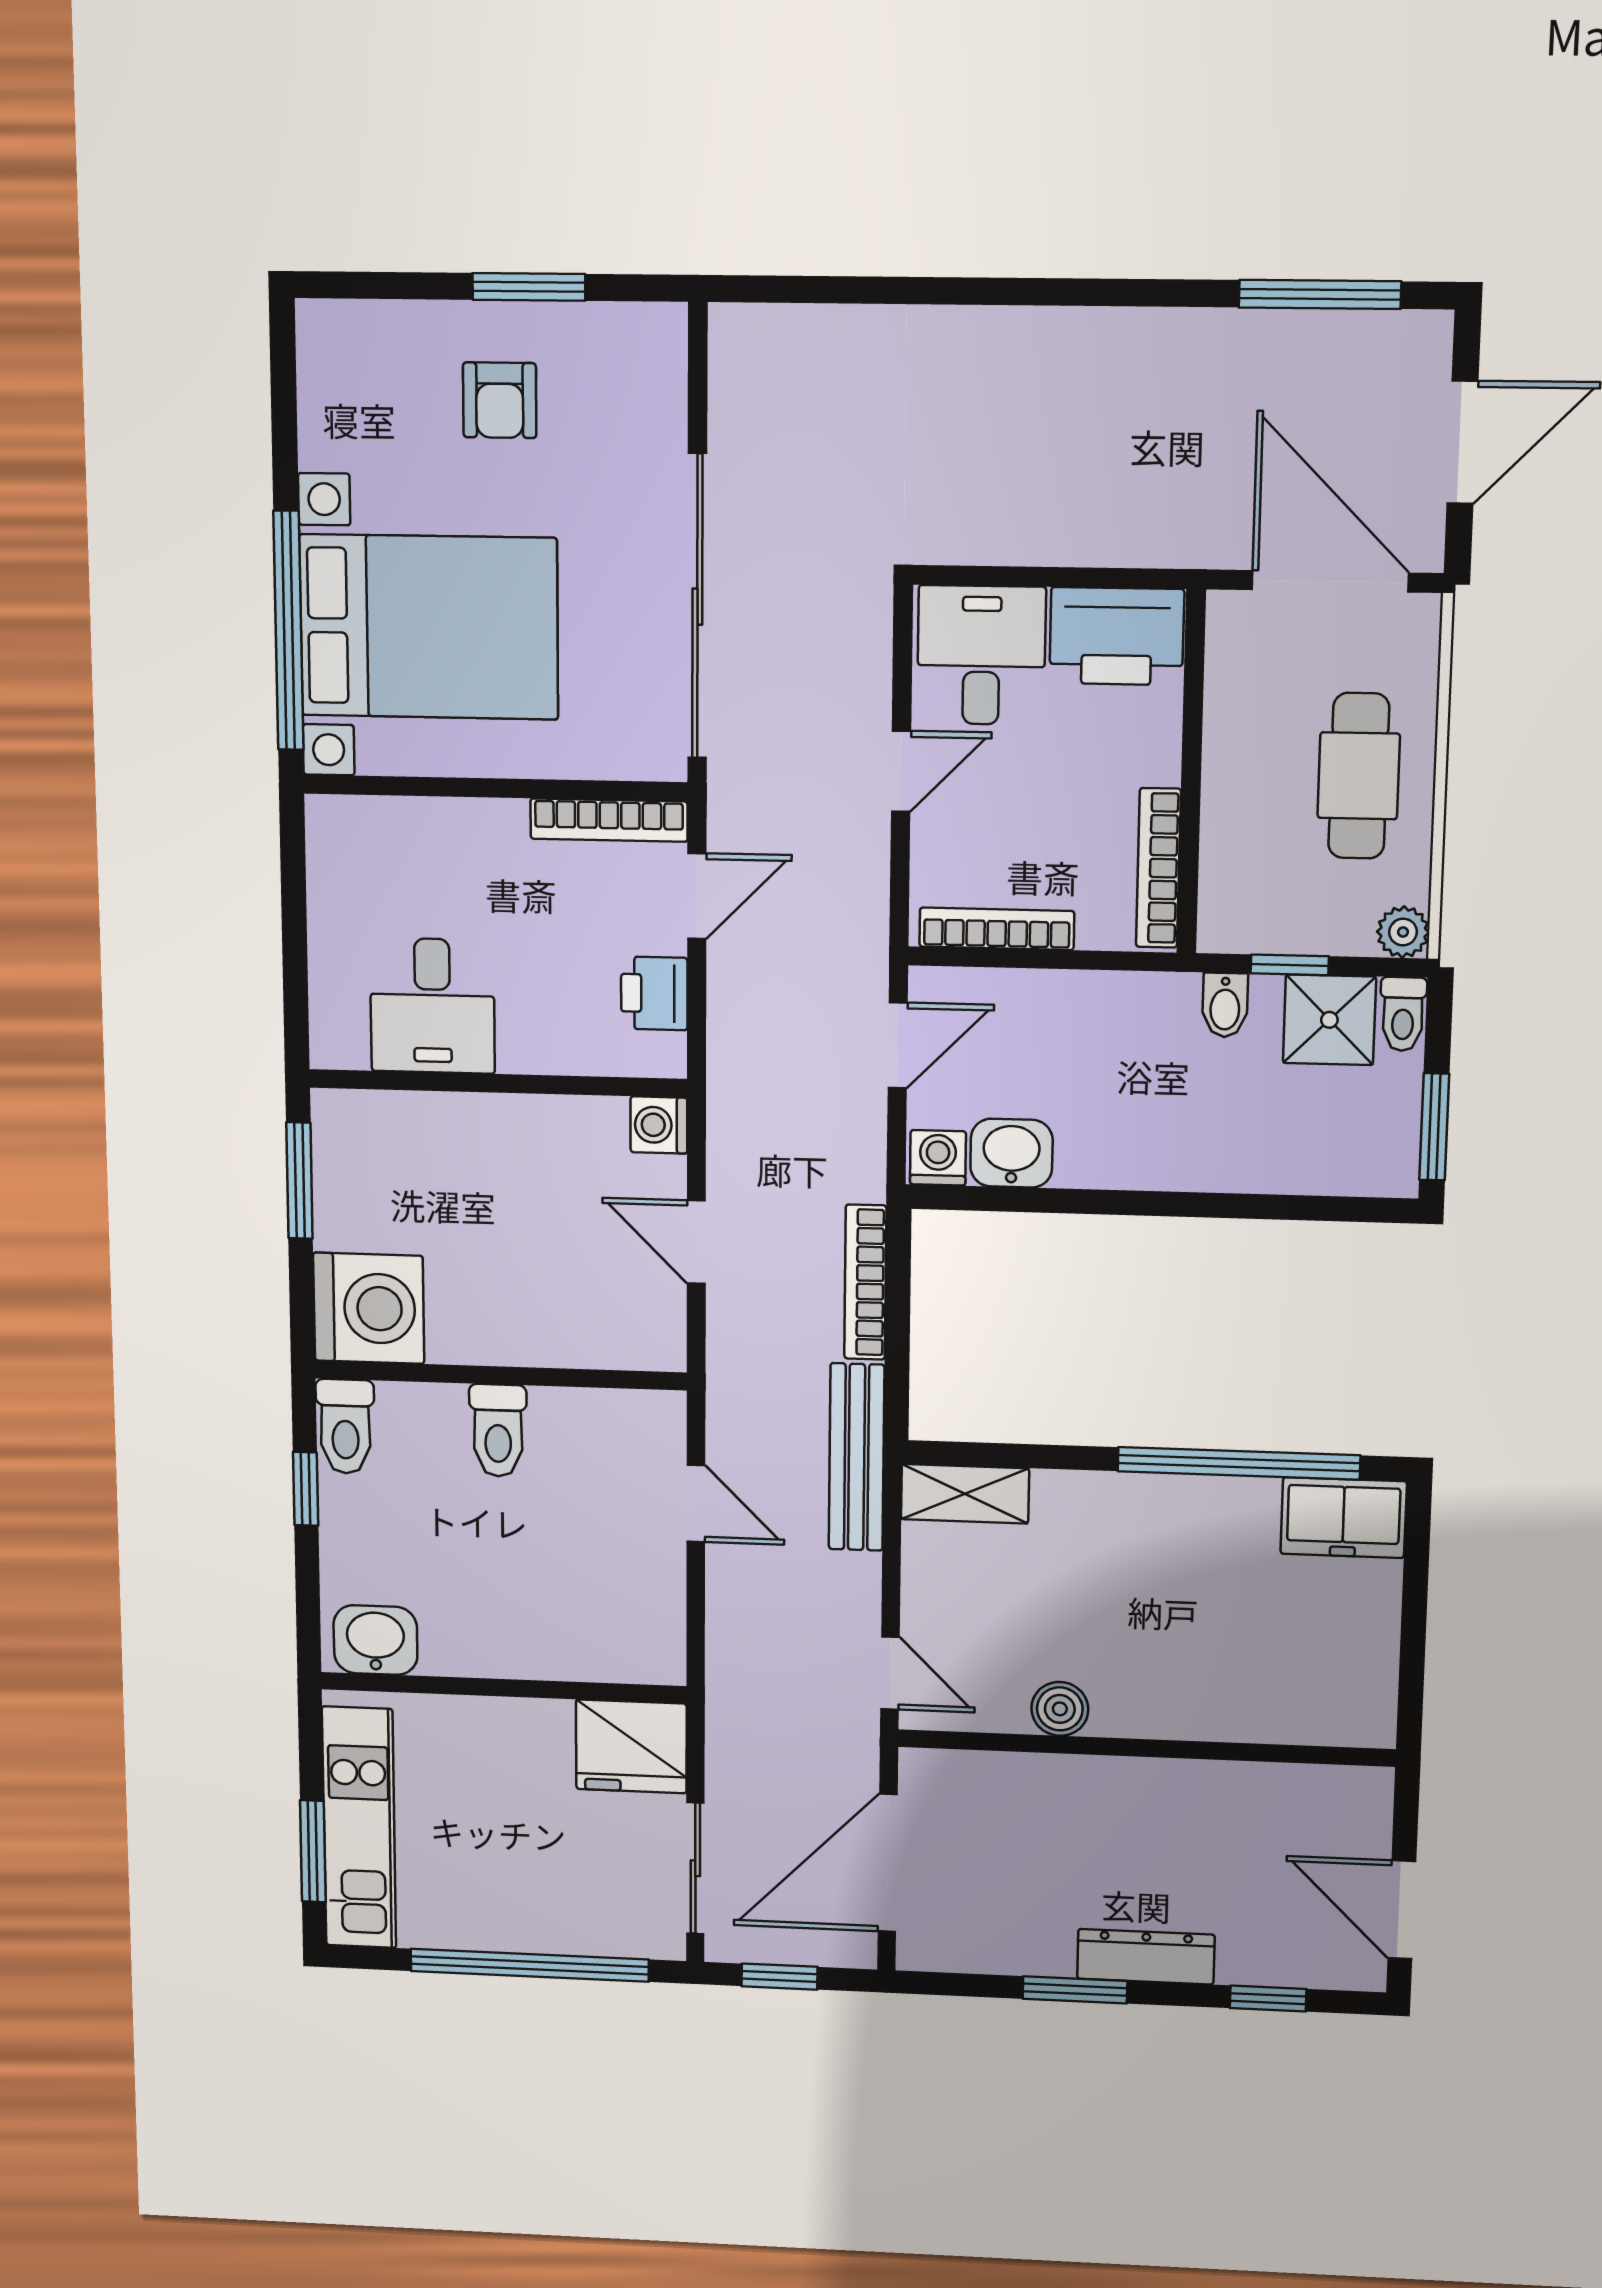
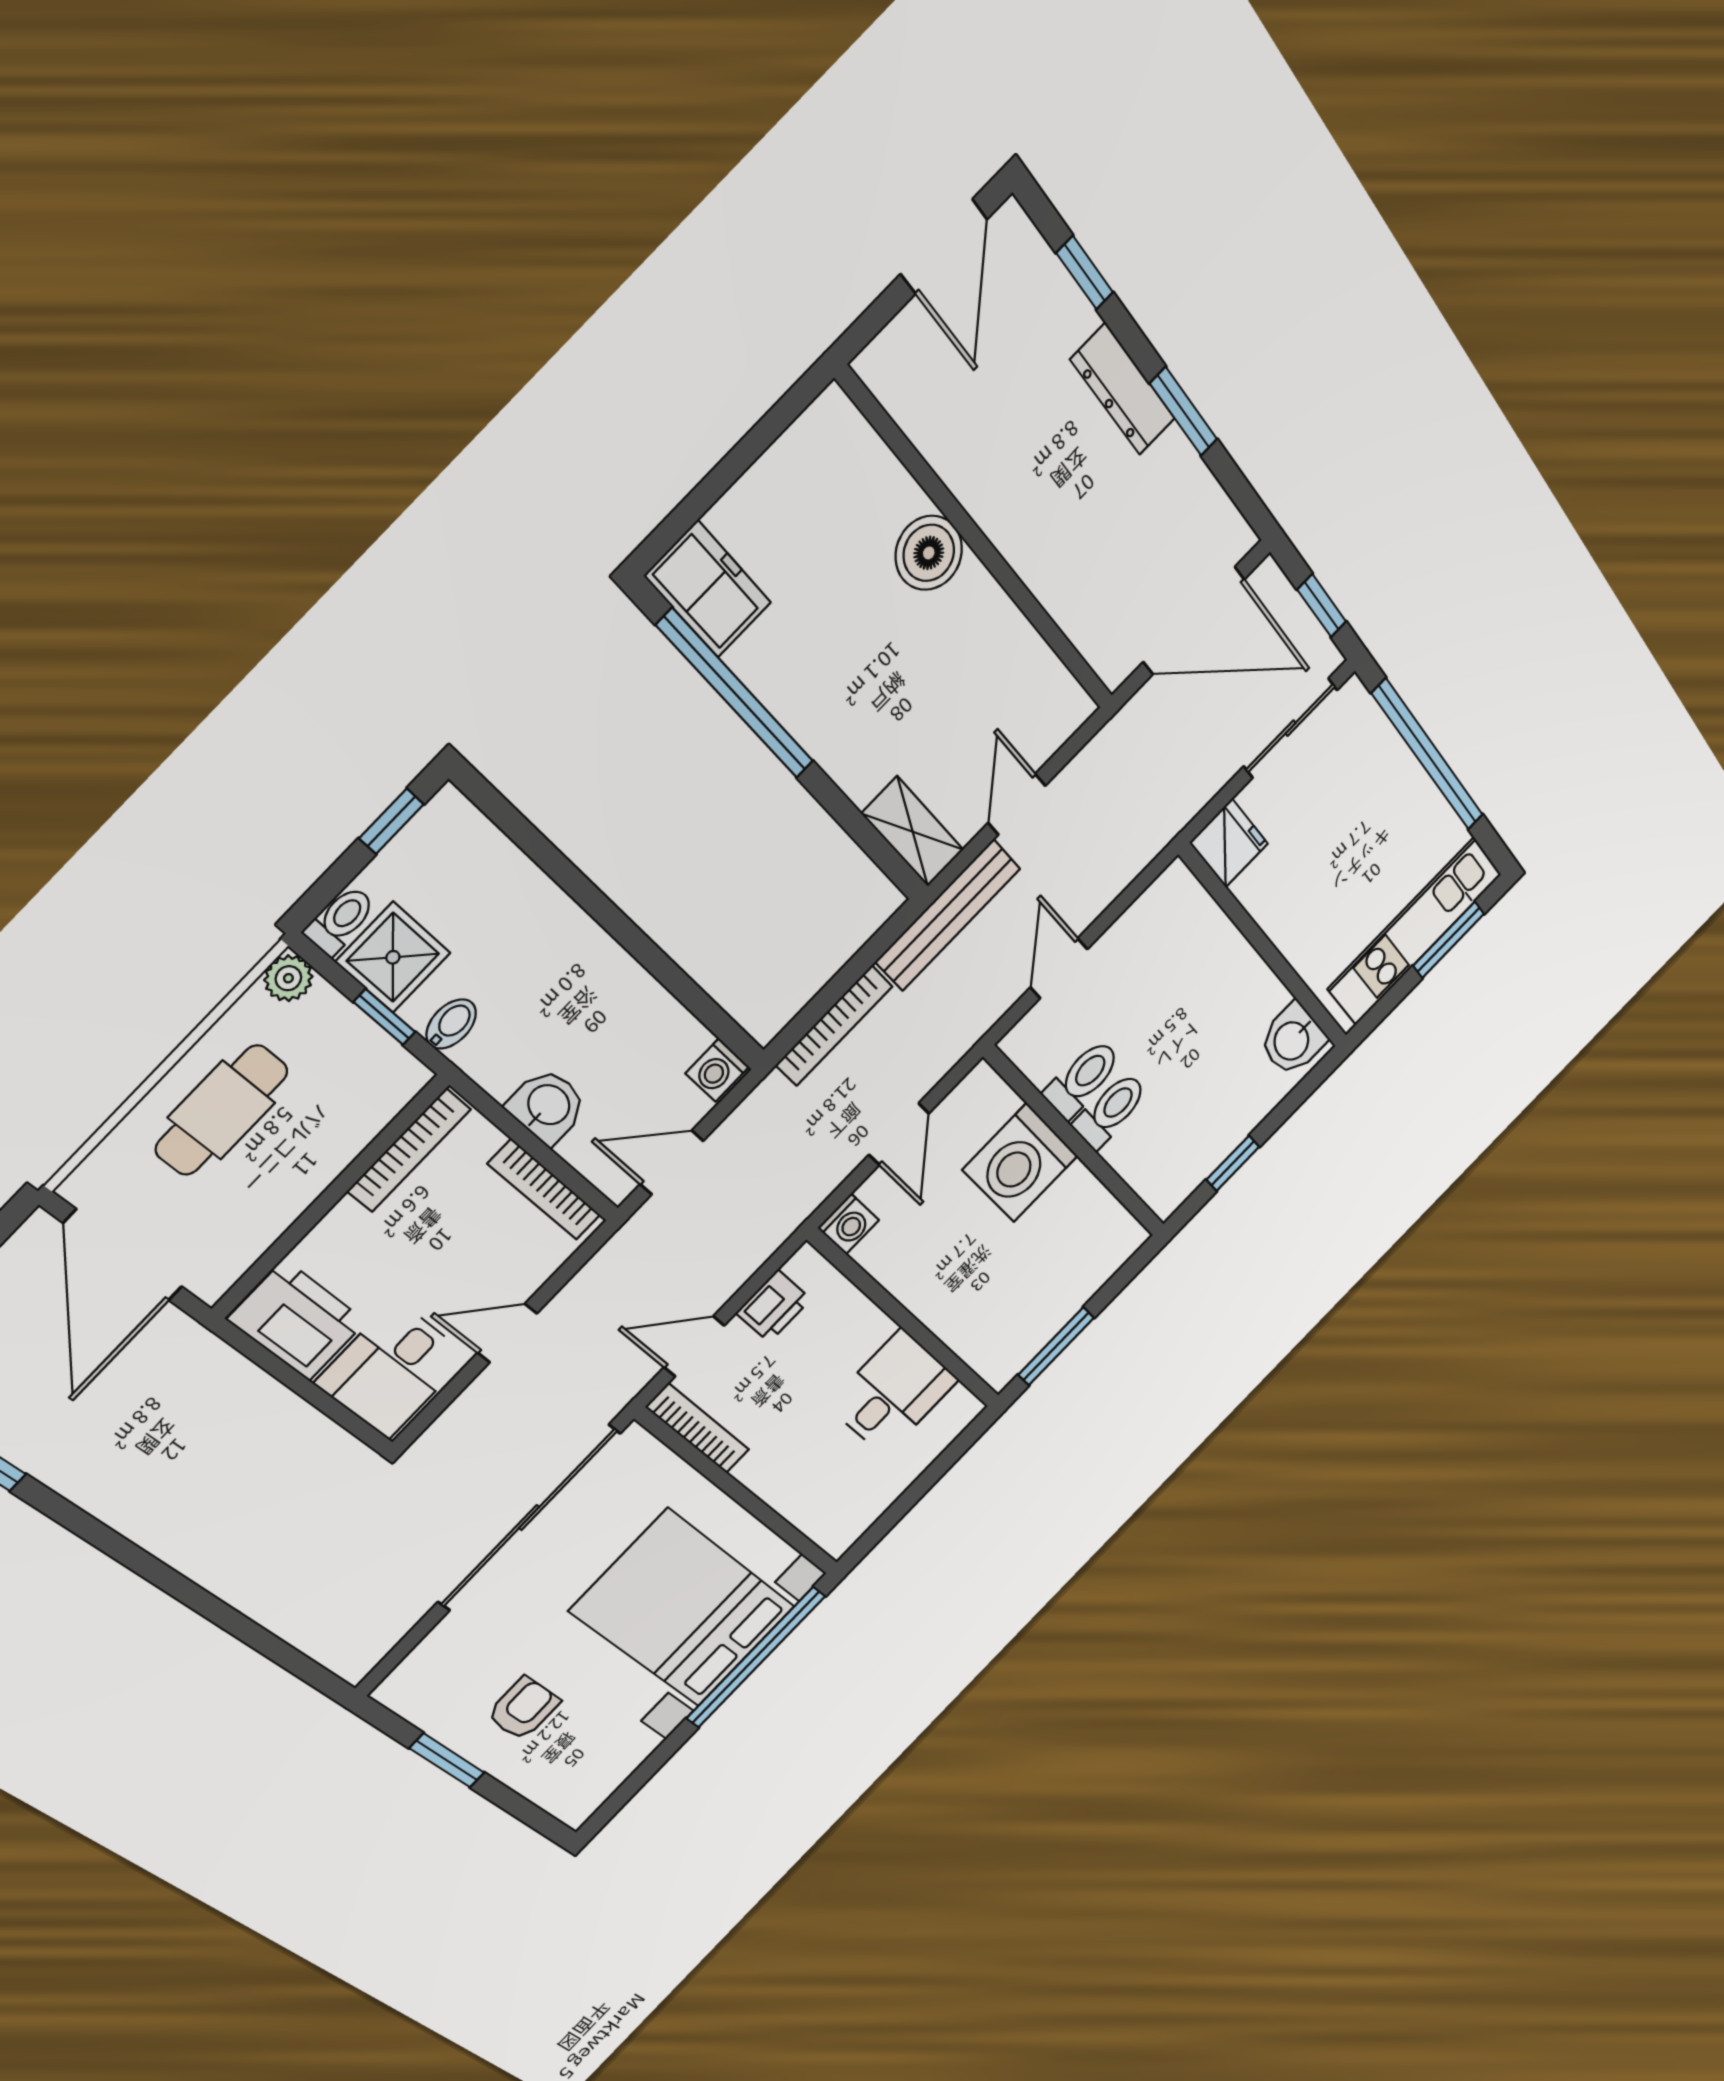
window: (1434, 1127) -> (391, 821), width x0.67
washbasin: (1011, 1153) -> (548, 1106), moved, turned 180
washing machine: (369, 1308) -> (1020, 1163), moved, turned -90
toilet: (345, 1427) -> (1082, 1079), moved
door: (890, 1673) -> (1017, 804), moved
boiler: (1060, 1709) -> (929, 553), moved, width x1.36, depth x1.36
fridge: (631, 1746) -> (1229, 843), width x0.73, depth x0.75

